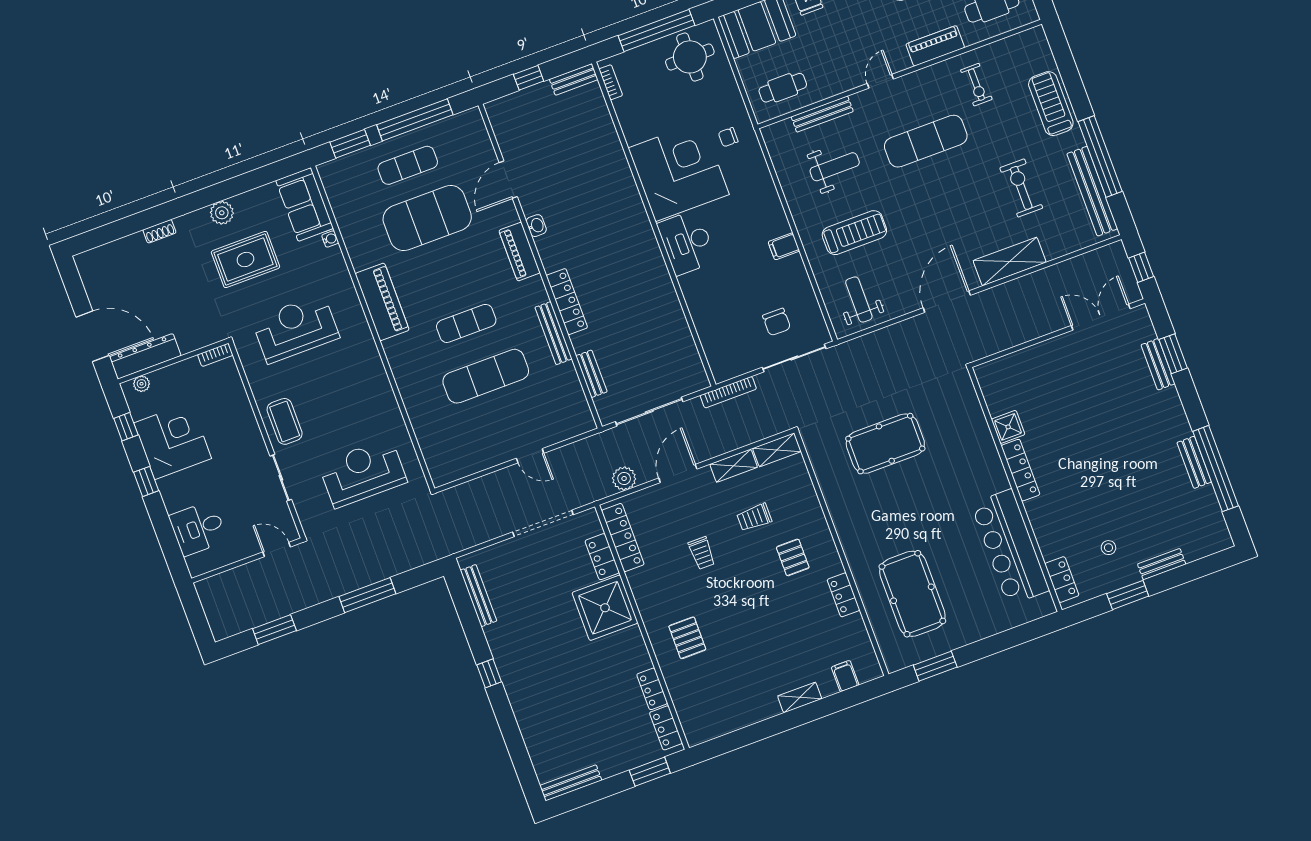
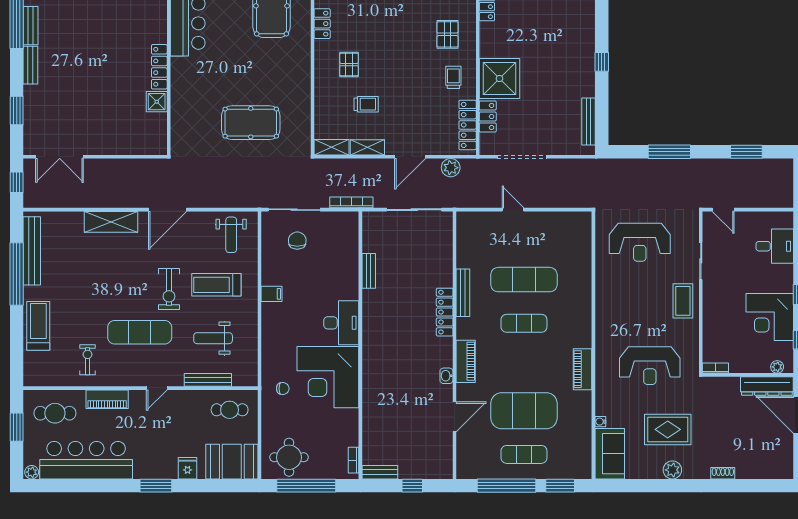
treadmill: (1051, 104) -> (38, 326), turned 180
exercise bike: (1021, 188) -> (169, 289), moved
piano: (382, 302) -> (583, 369), width x0.73, depth x0.75
bench: (1158, 364) -> (30, 65), moved
bench: (591, 374) -> (369, 271), moved
trolley: (702, 553) -> (453, 77), moved

